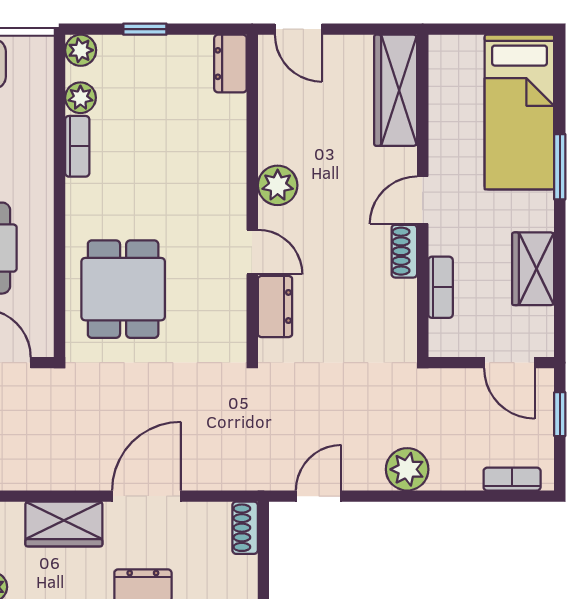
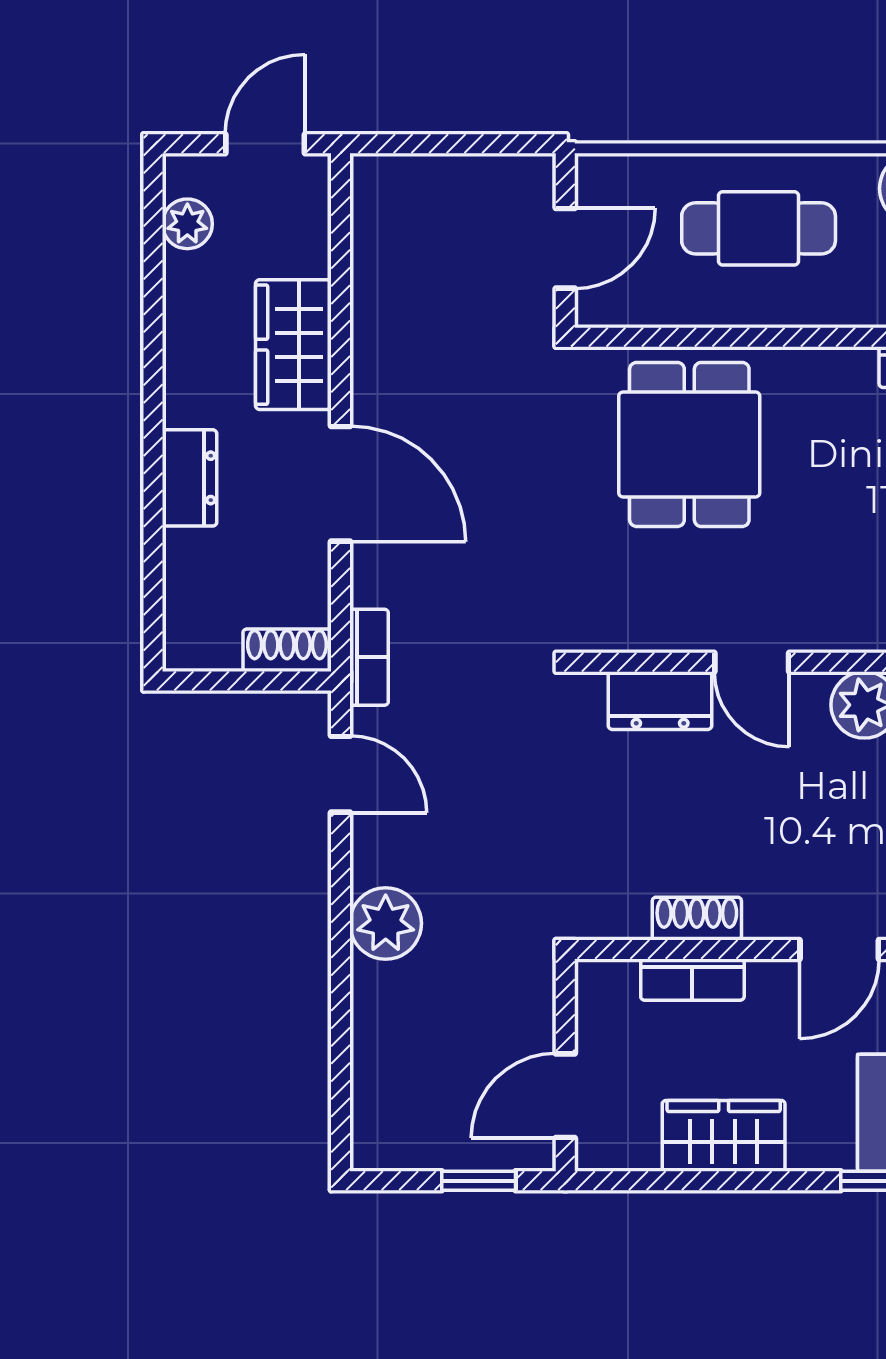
door: (423, 200) -> (839, 950), swing flipped
shoe rack: (404, 251) -> (697, 919), moved
door: (252, 252) -> (752, 662), hinge flipped
dining table: (123, 289) -> (689, 444), turned 90
bookcase: (512, 479) -> (369, 657), moved

